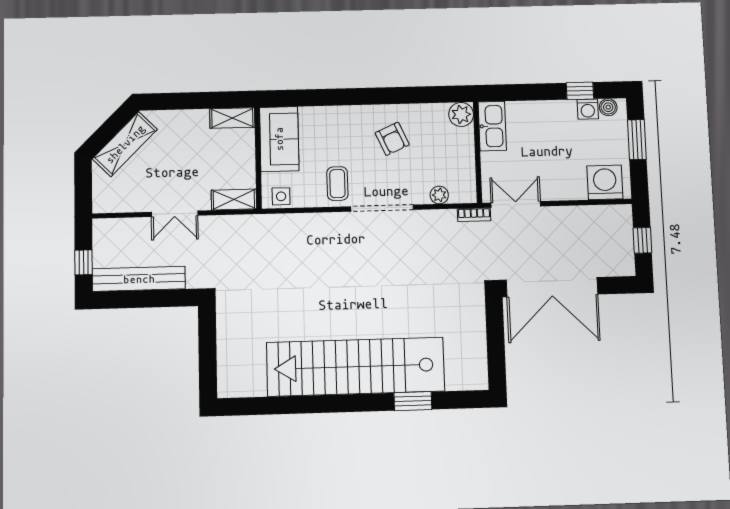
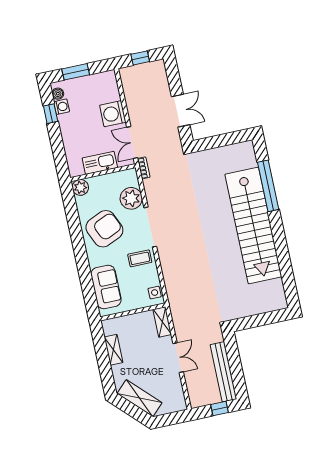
shelving: (232, 118) -> (114, 350), moved
kitchen sink: (492, 126) -> (100, 163), moved
sofa: (279, 139) -> (106, 287), moved, turned 90
armchair: (392, 139) -> (104, 229), width x1.88, depth x1.88
washing machine: (605, 182) -> (113, 114), moved
plant: (439, 195) -> (131, 198), width x1.87, depth x1.87
double door: (552, 287) -> (181, 111), width x0.54
window: (413, 401) -> (268, 186), width x2.11

